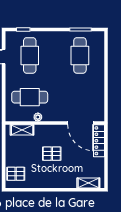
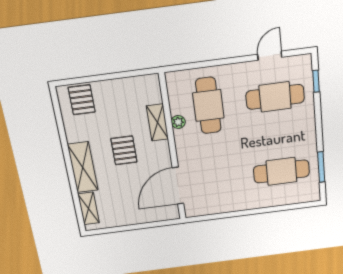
shelving: (22, 130) -> (157, 122), moved
locker: (99, 141) -> (155, 215), removed
shelving: (60, 181) -> (83, 167), added

